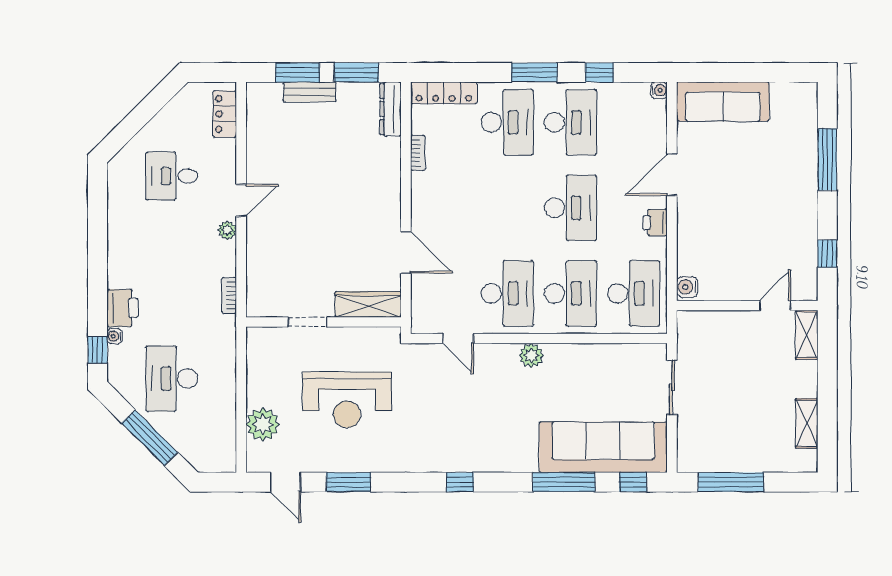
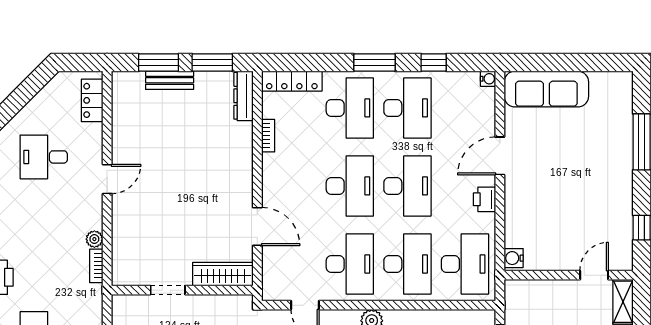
desk: (507, 208) -> (350, 186), added
plant: (227, 230) -> (94, 239), moved

